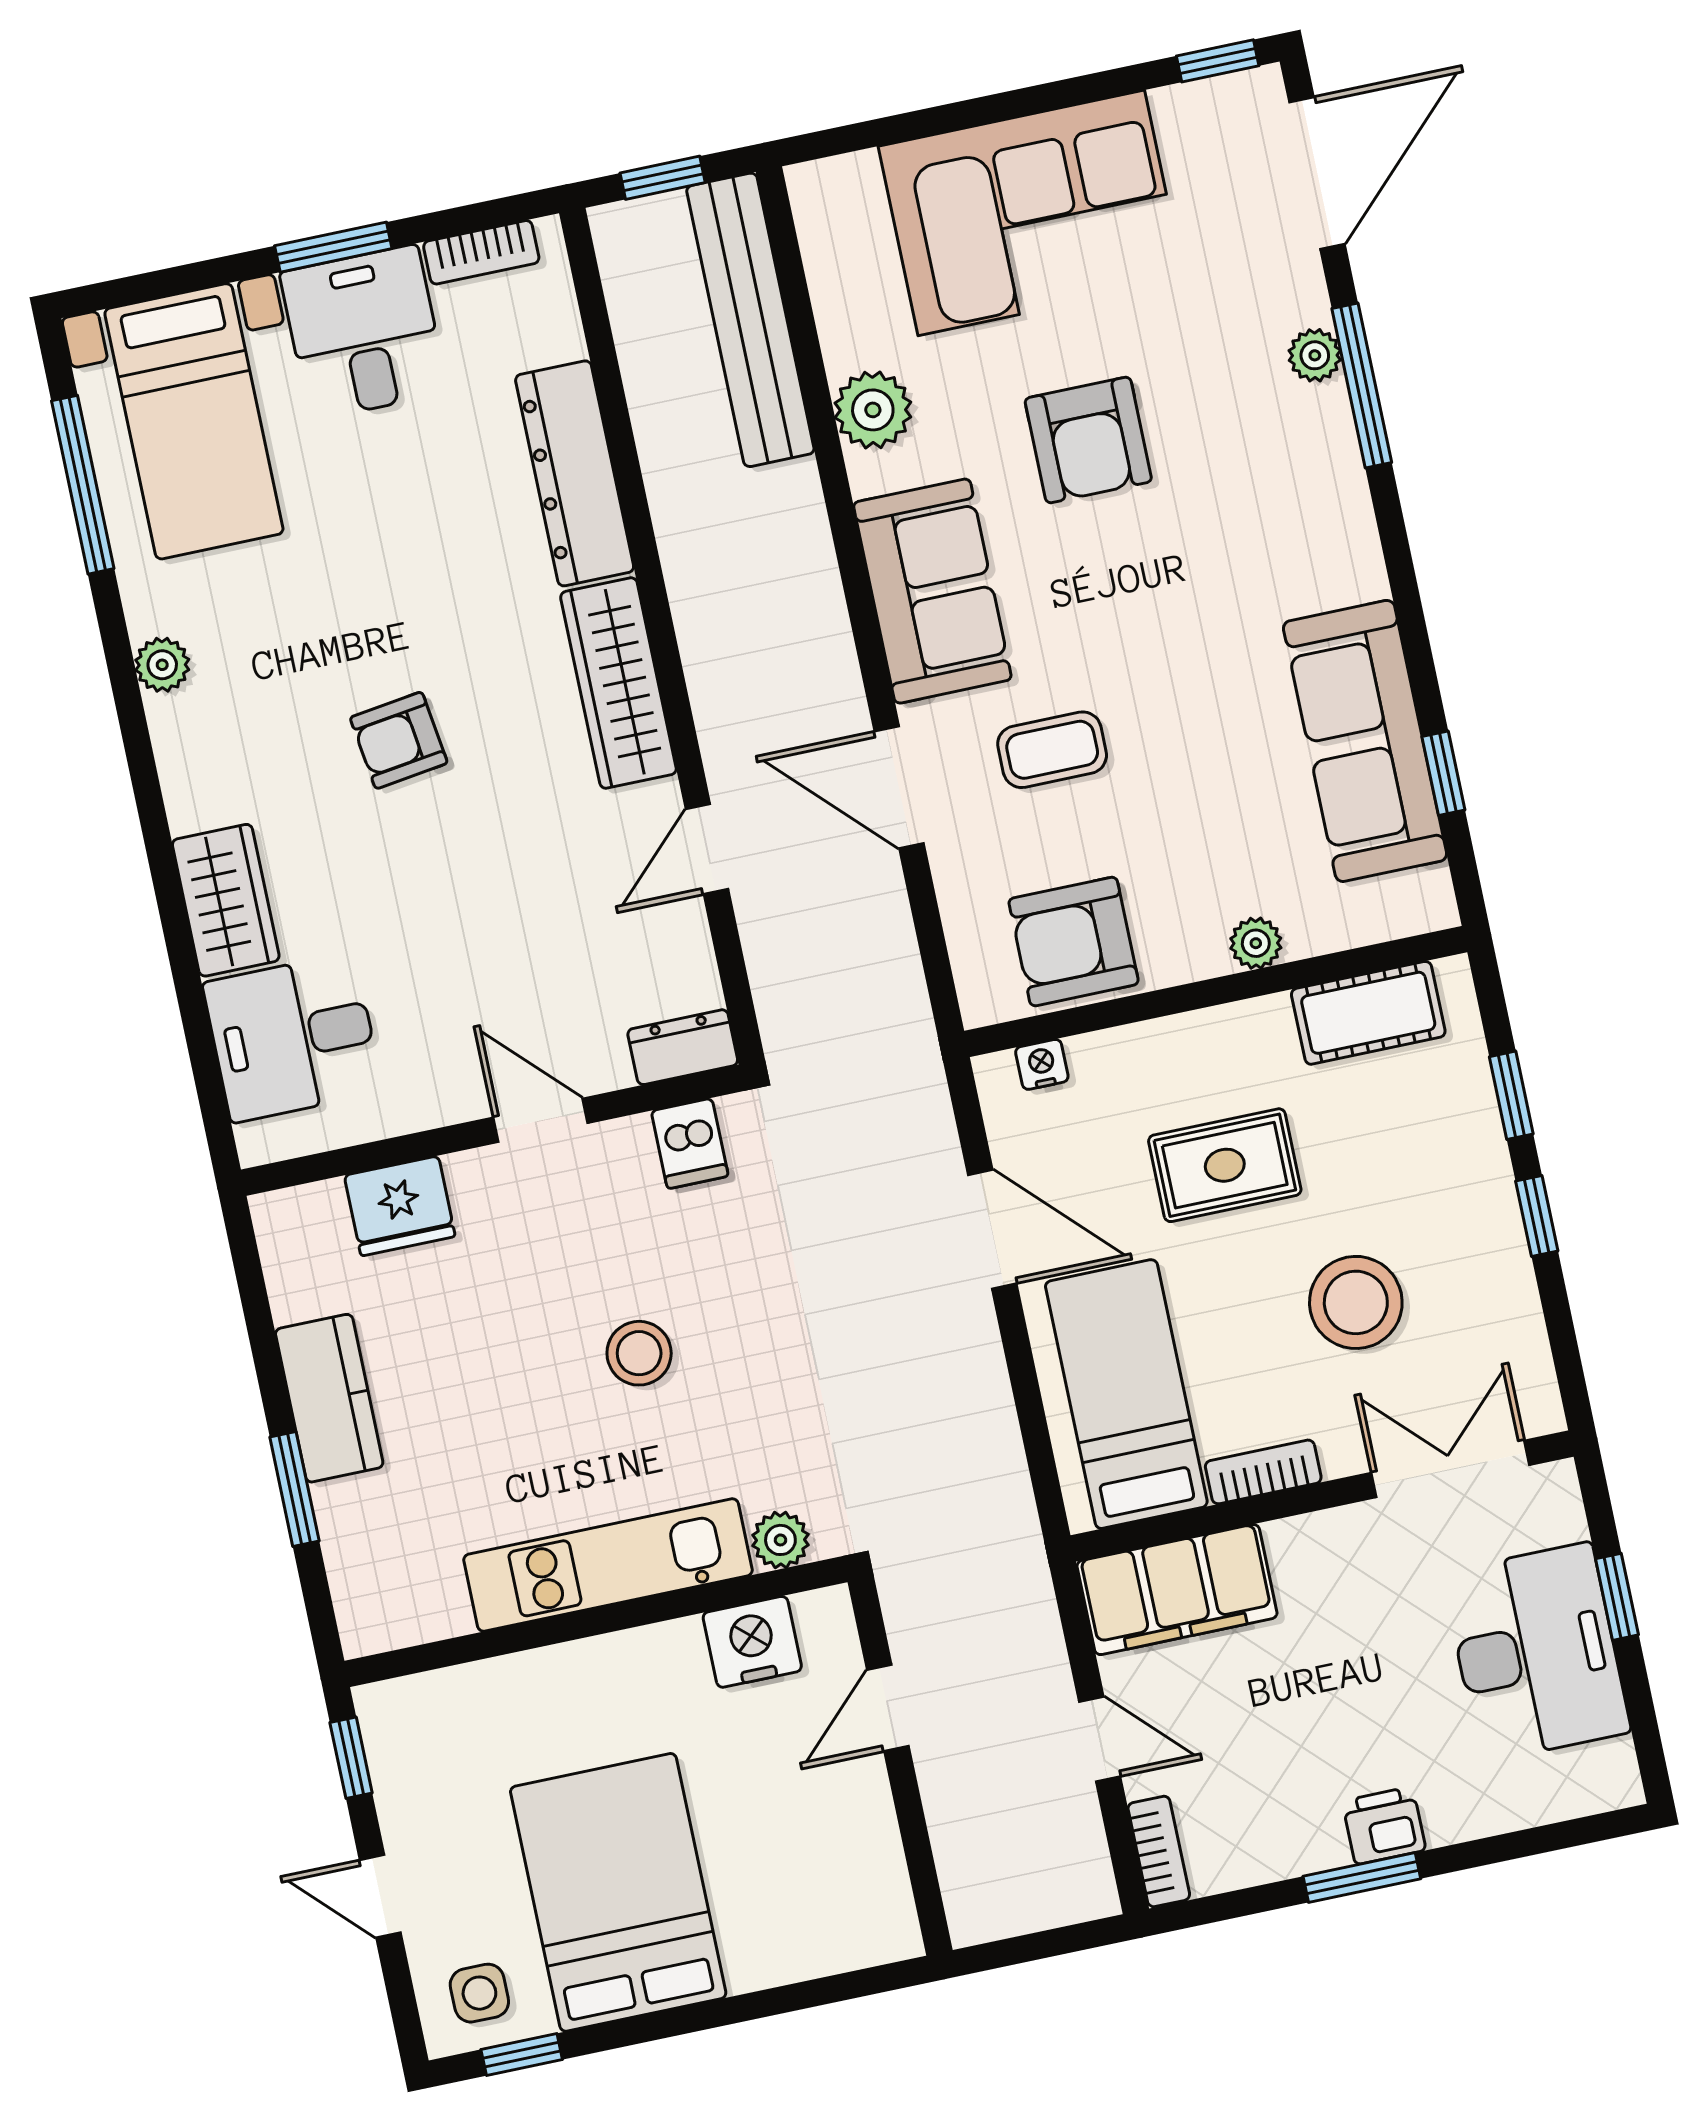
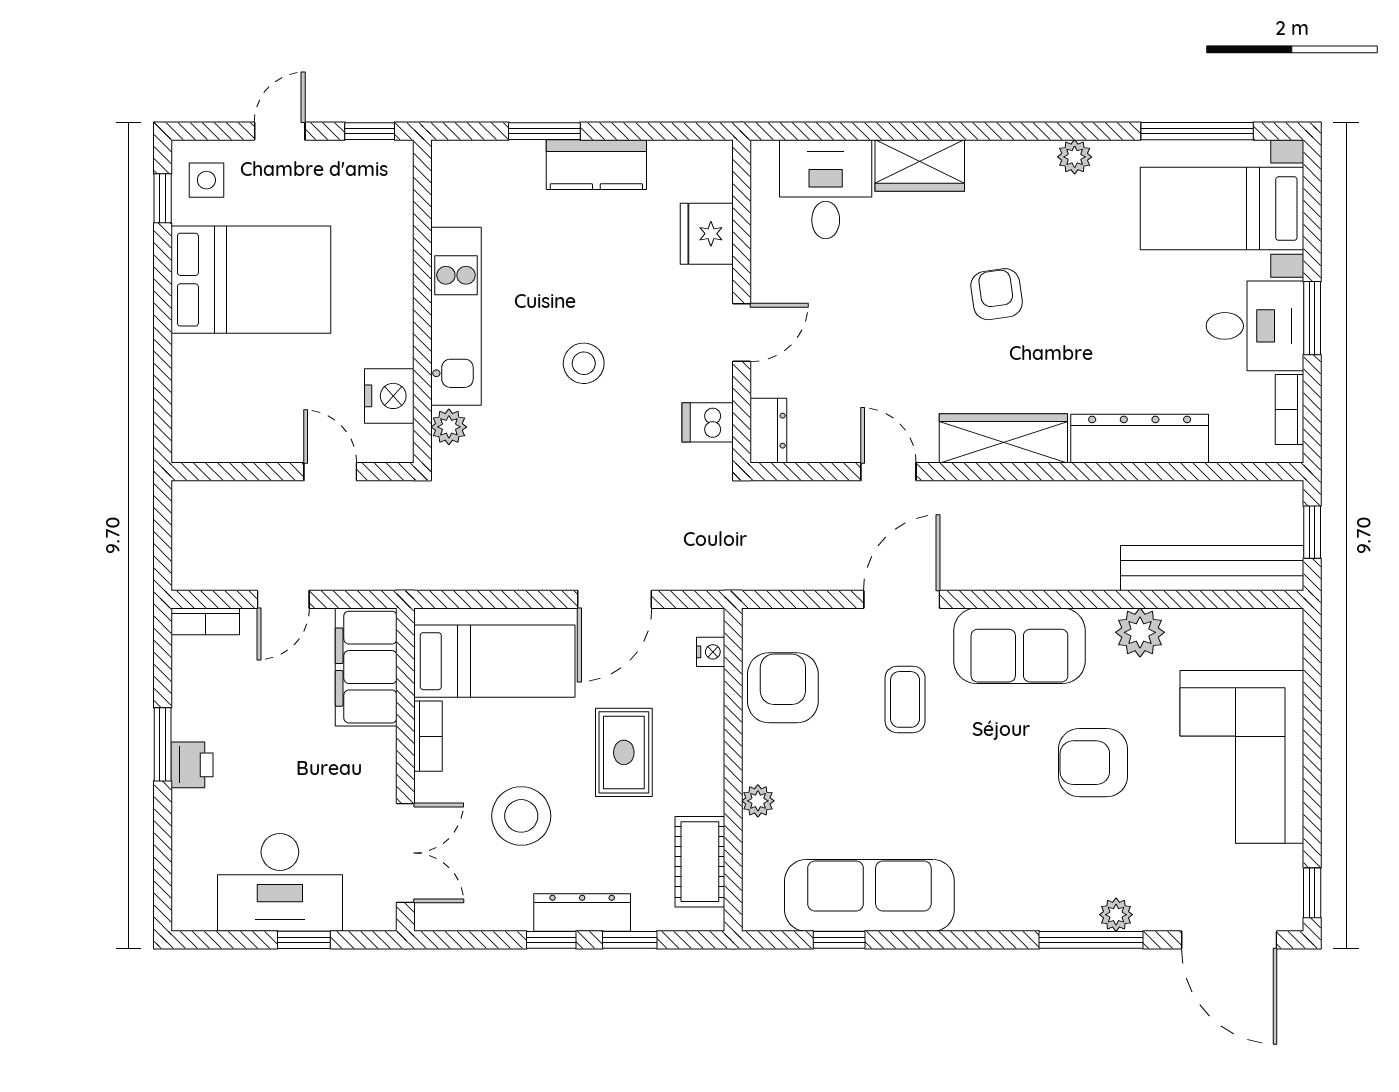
dresser: (1485, 1177) -> (582, 913), added

